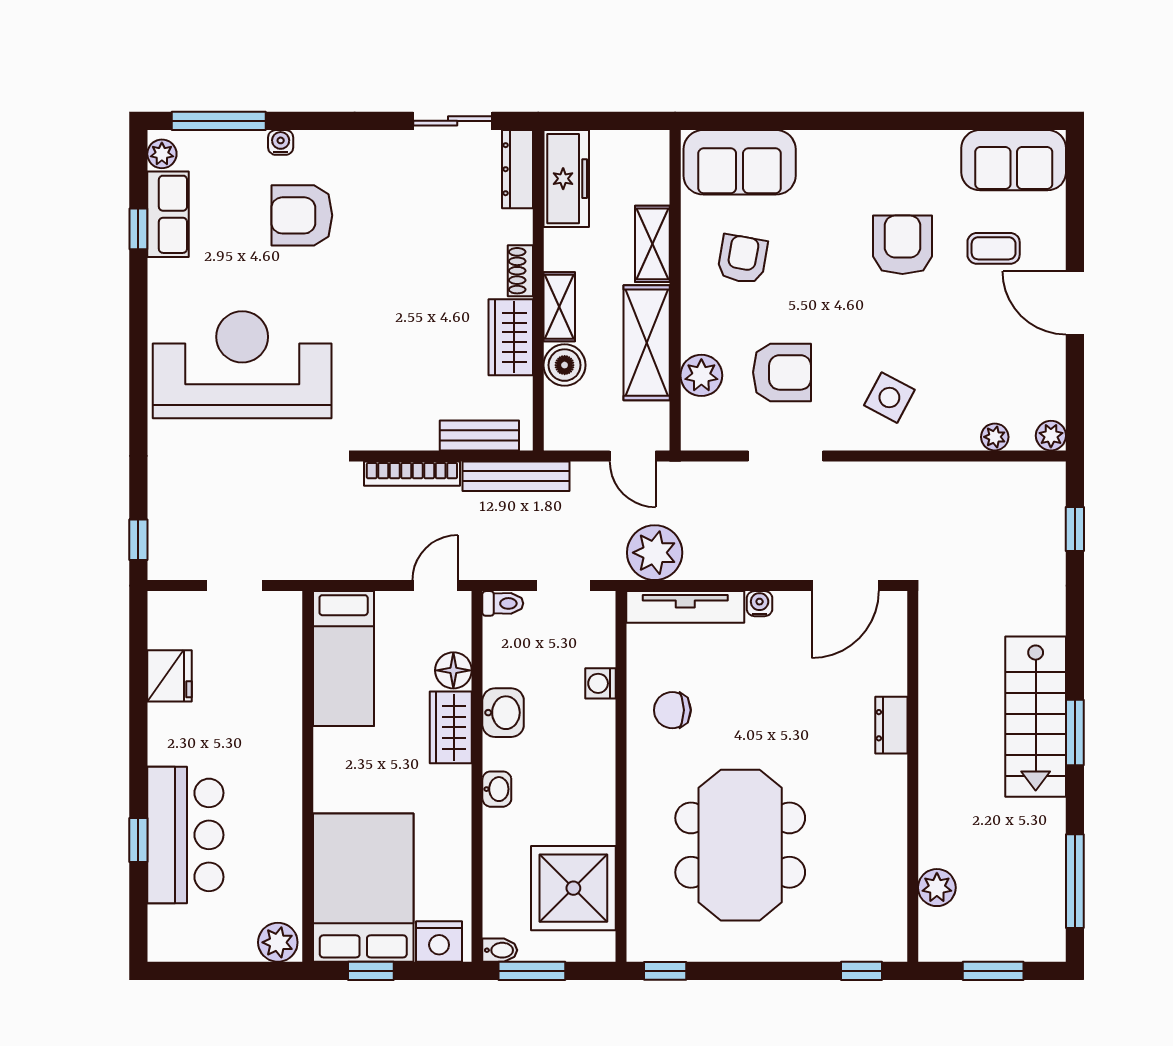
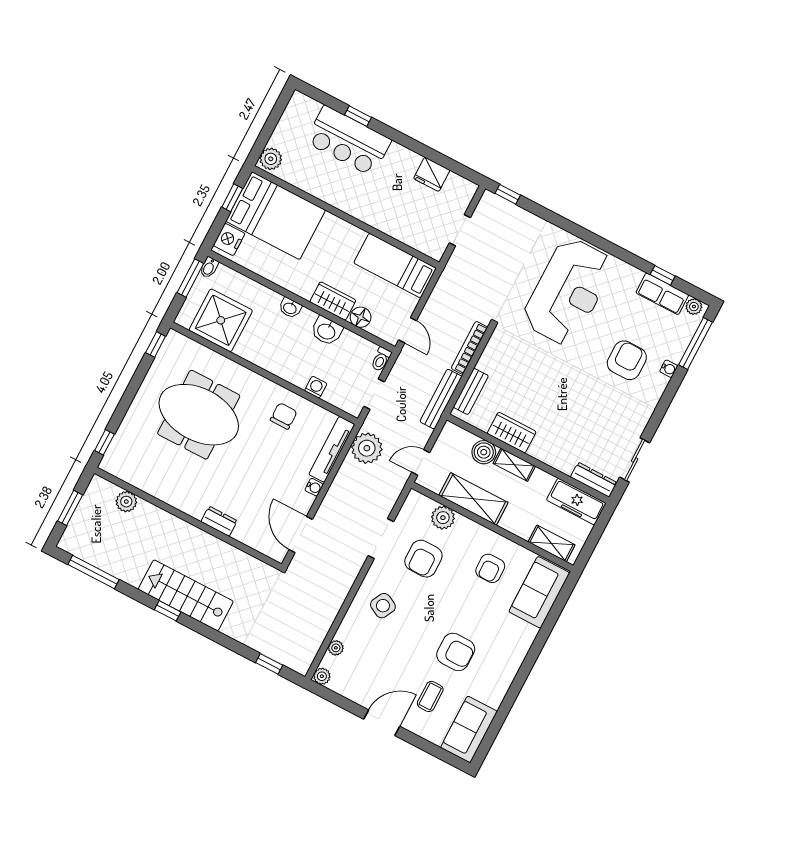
shelving: (652, 244) -> (552, 543), moved
armchair: (742, 259) -> (490, 568), turned 80
shoe rack: (520, 271) -> (542, 455), removed
window: (1075, 732) -> (168, 611), width x0.67

